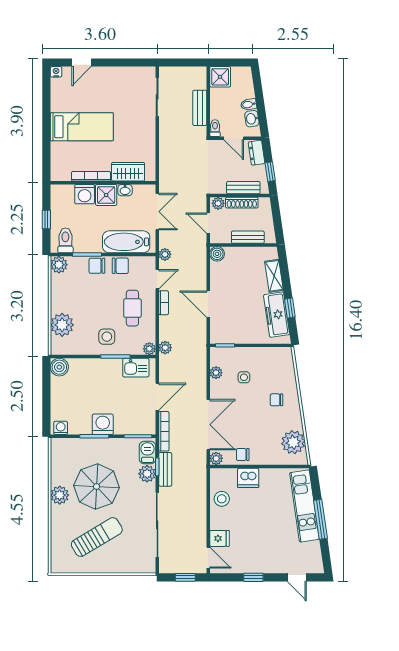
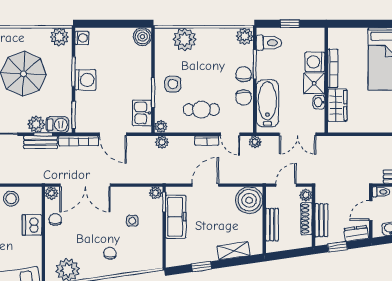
boiler: (217, 254) -> (249, 200), width x1.86, depth x1.86
freezer: (277, 315) -> (176, 217), moved, turned 98
plant: (216, 373) -> (155, 193), moved
plant: (60, 495) -> (59, 37), moved

